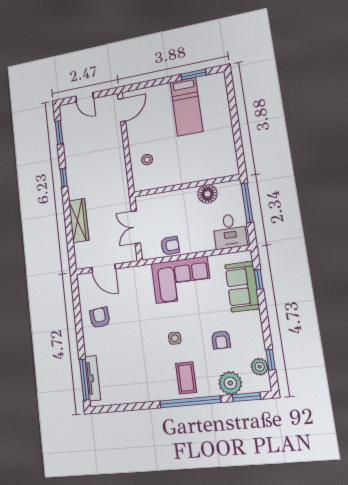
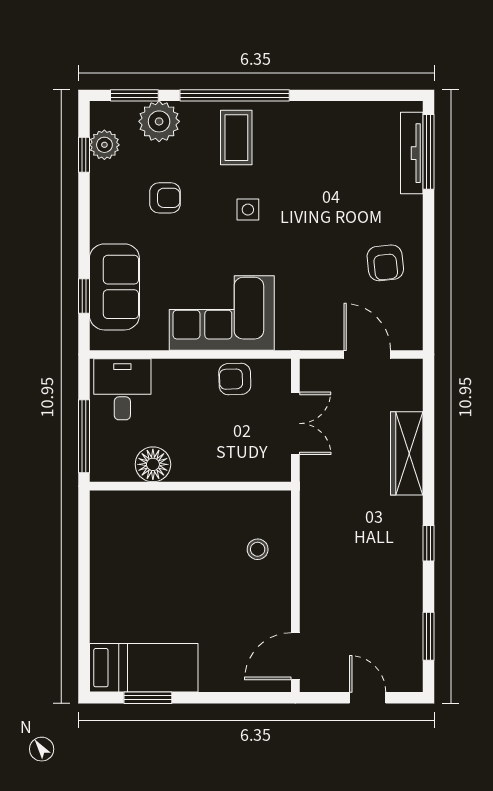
bed: (186, 107) -> (144, 668), moved, turned 90
armchair: (221, 340) -> (165, 198), turned 90

